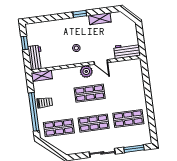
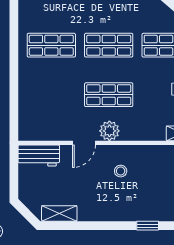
window: (80, 14) -> (148, 226), moved
shelving: (100, 19) -> (59, 213), moved
door: (101, 62) -> (84, 143), swing flipped

